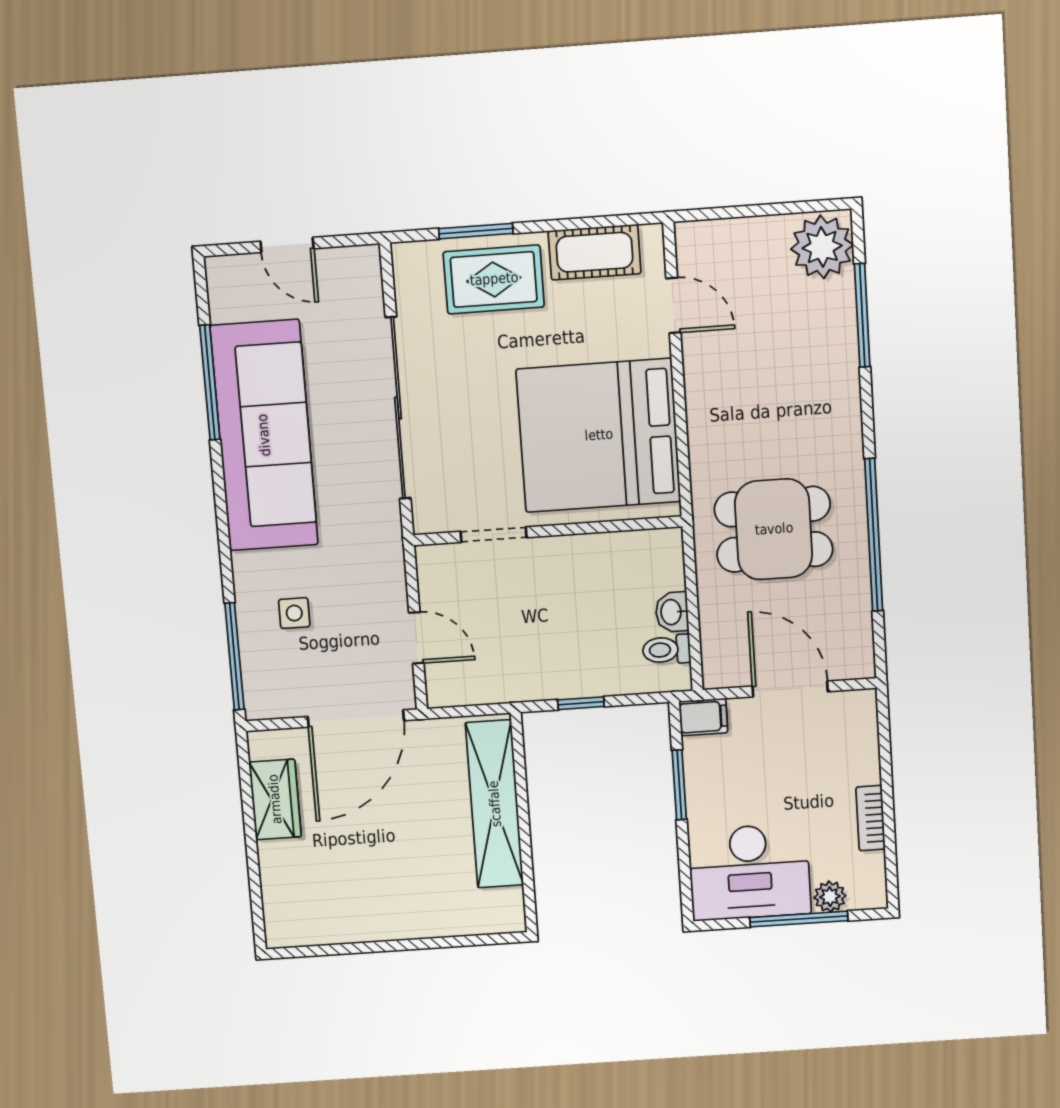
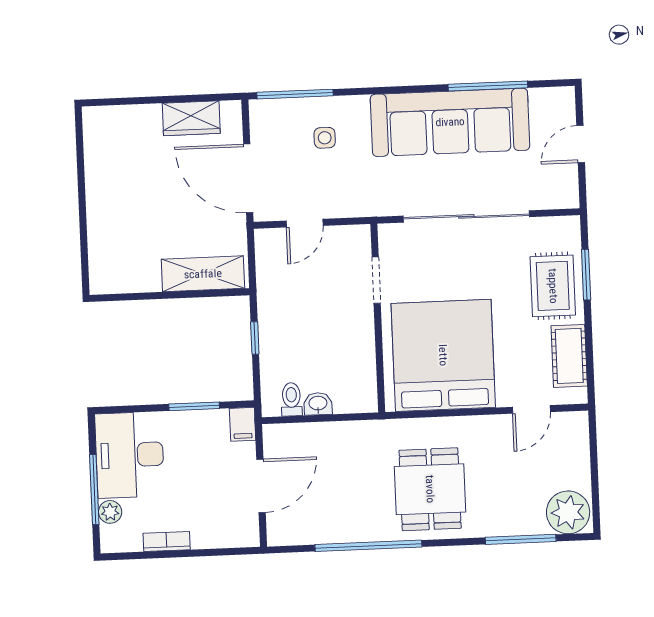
dining table: (774, 529) -> (430, 489), moved
shelving: (495, 804) -> (203, 274), width x0.68

